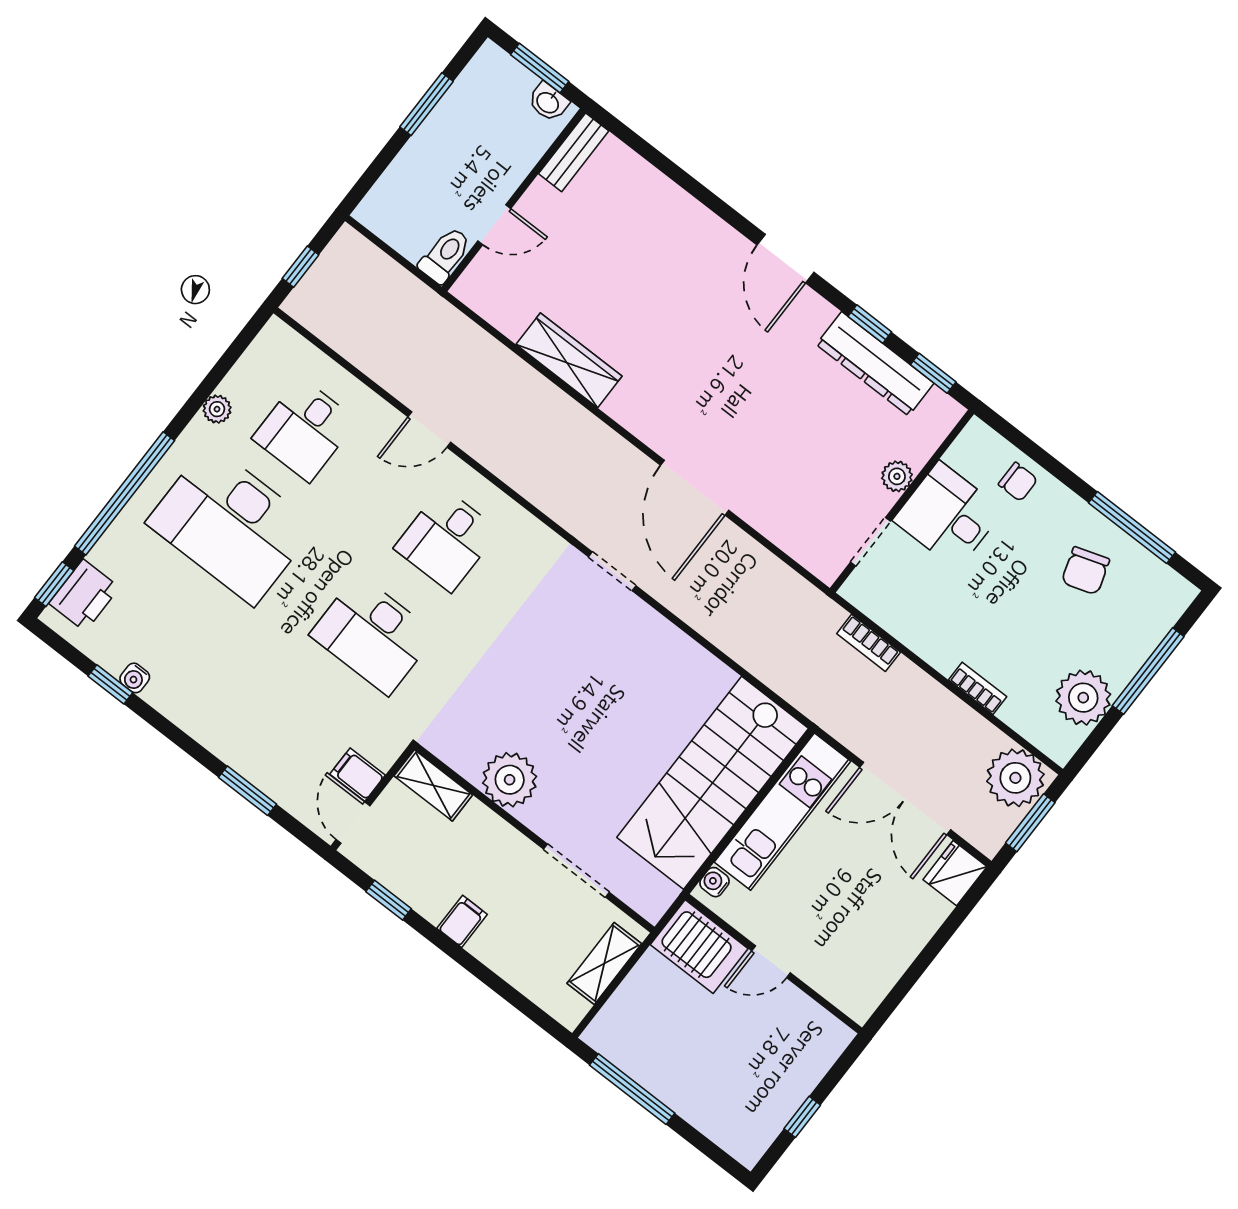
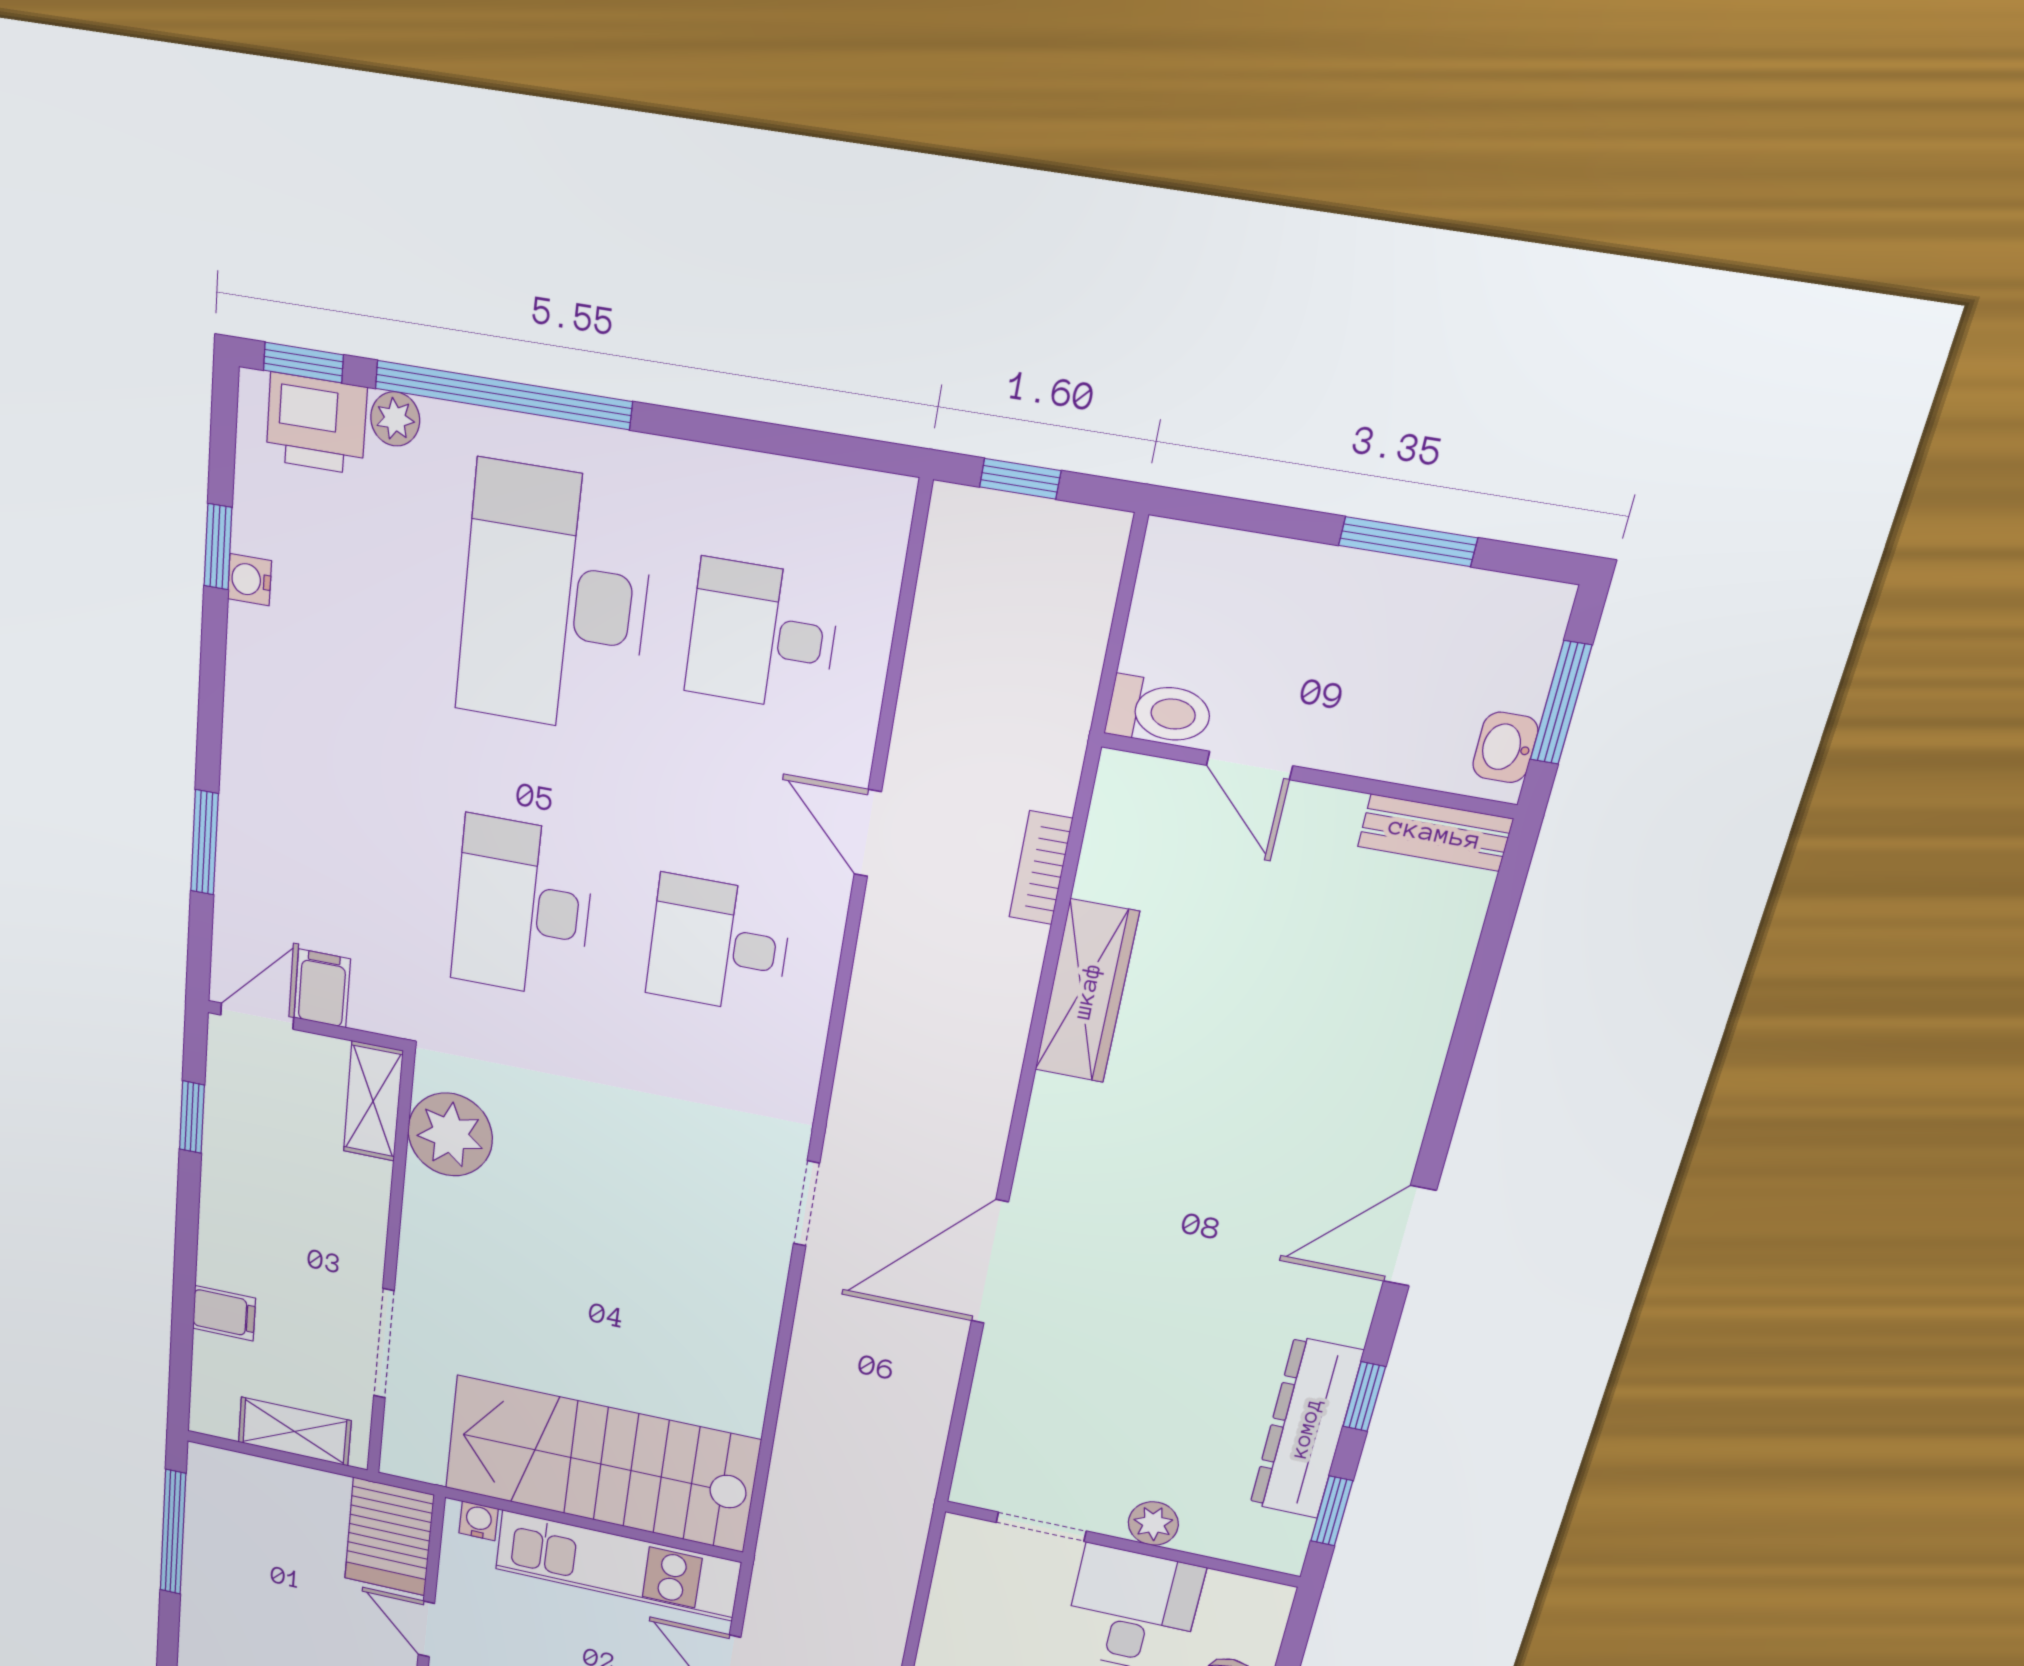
plant: (217, 409) -> (395, 419), moved
bookcase: (869, 643) -> (1041, 868), moved
plant: (510, 780) -> (450, 1135), moved
filing cabinet: (462, 921) -> (224, 1313), moved

